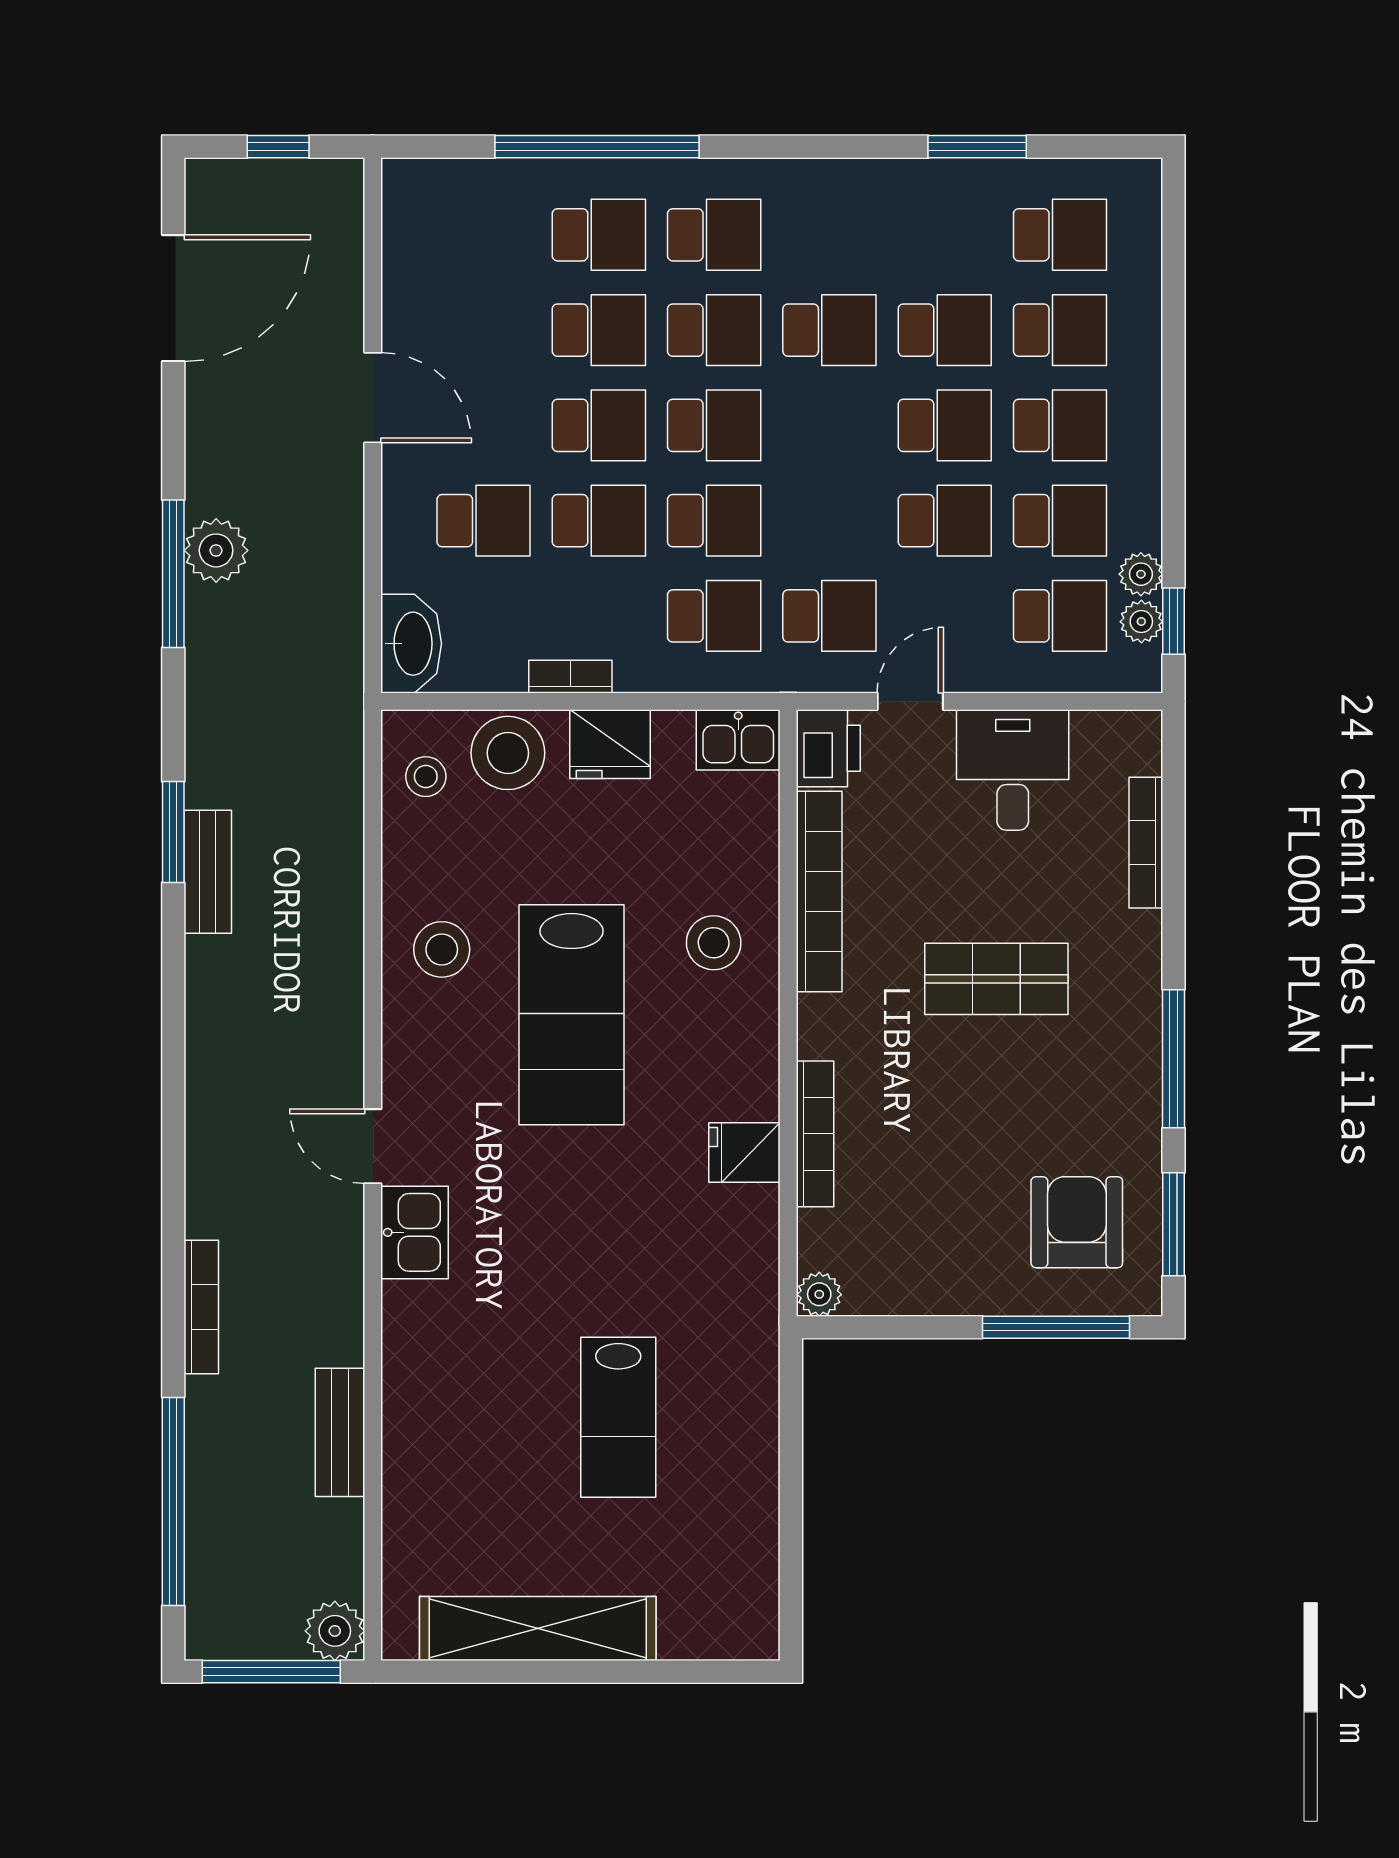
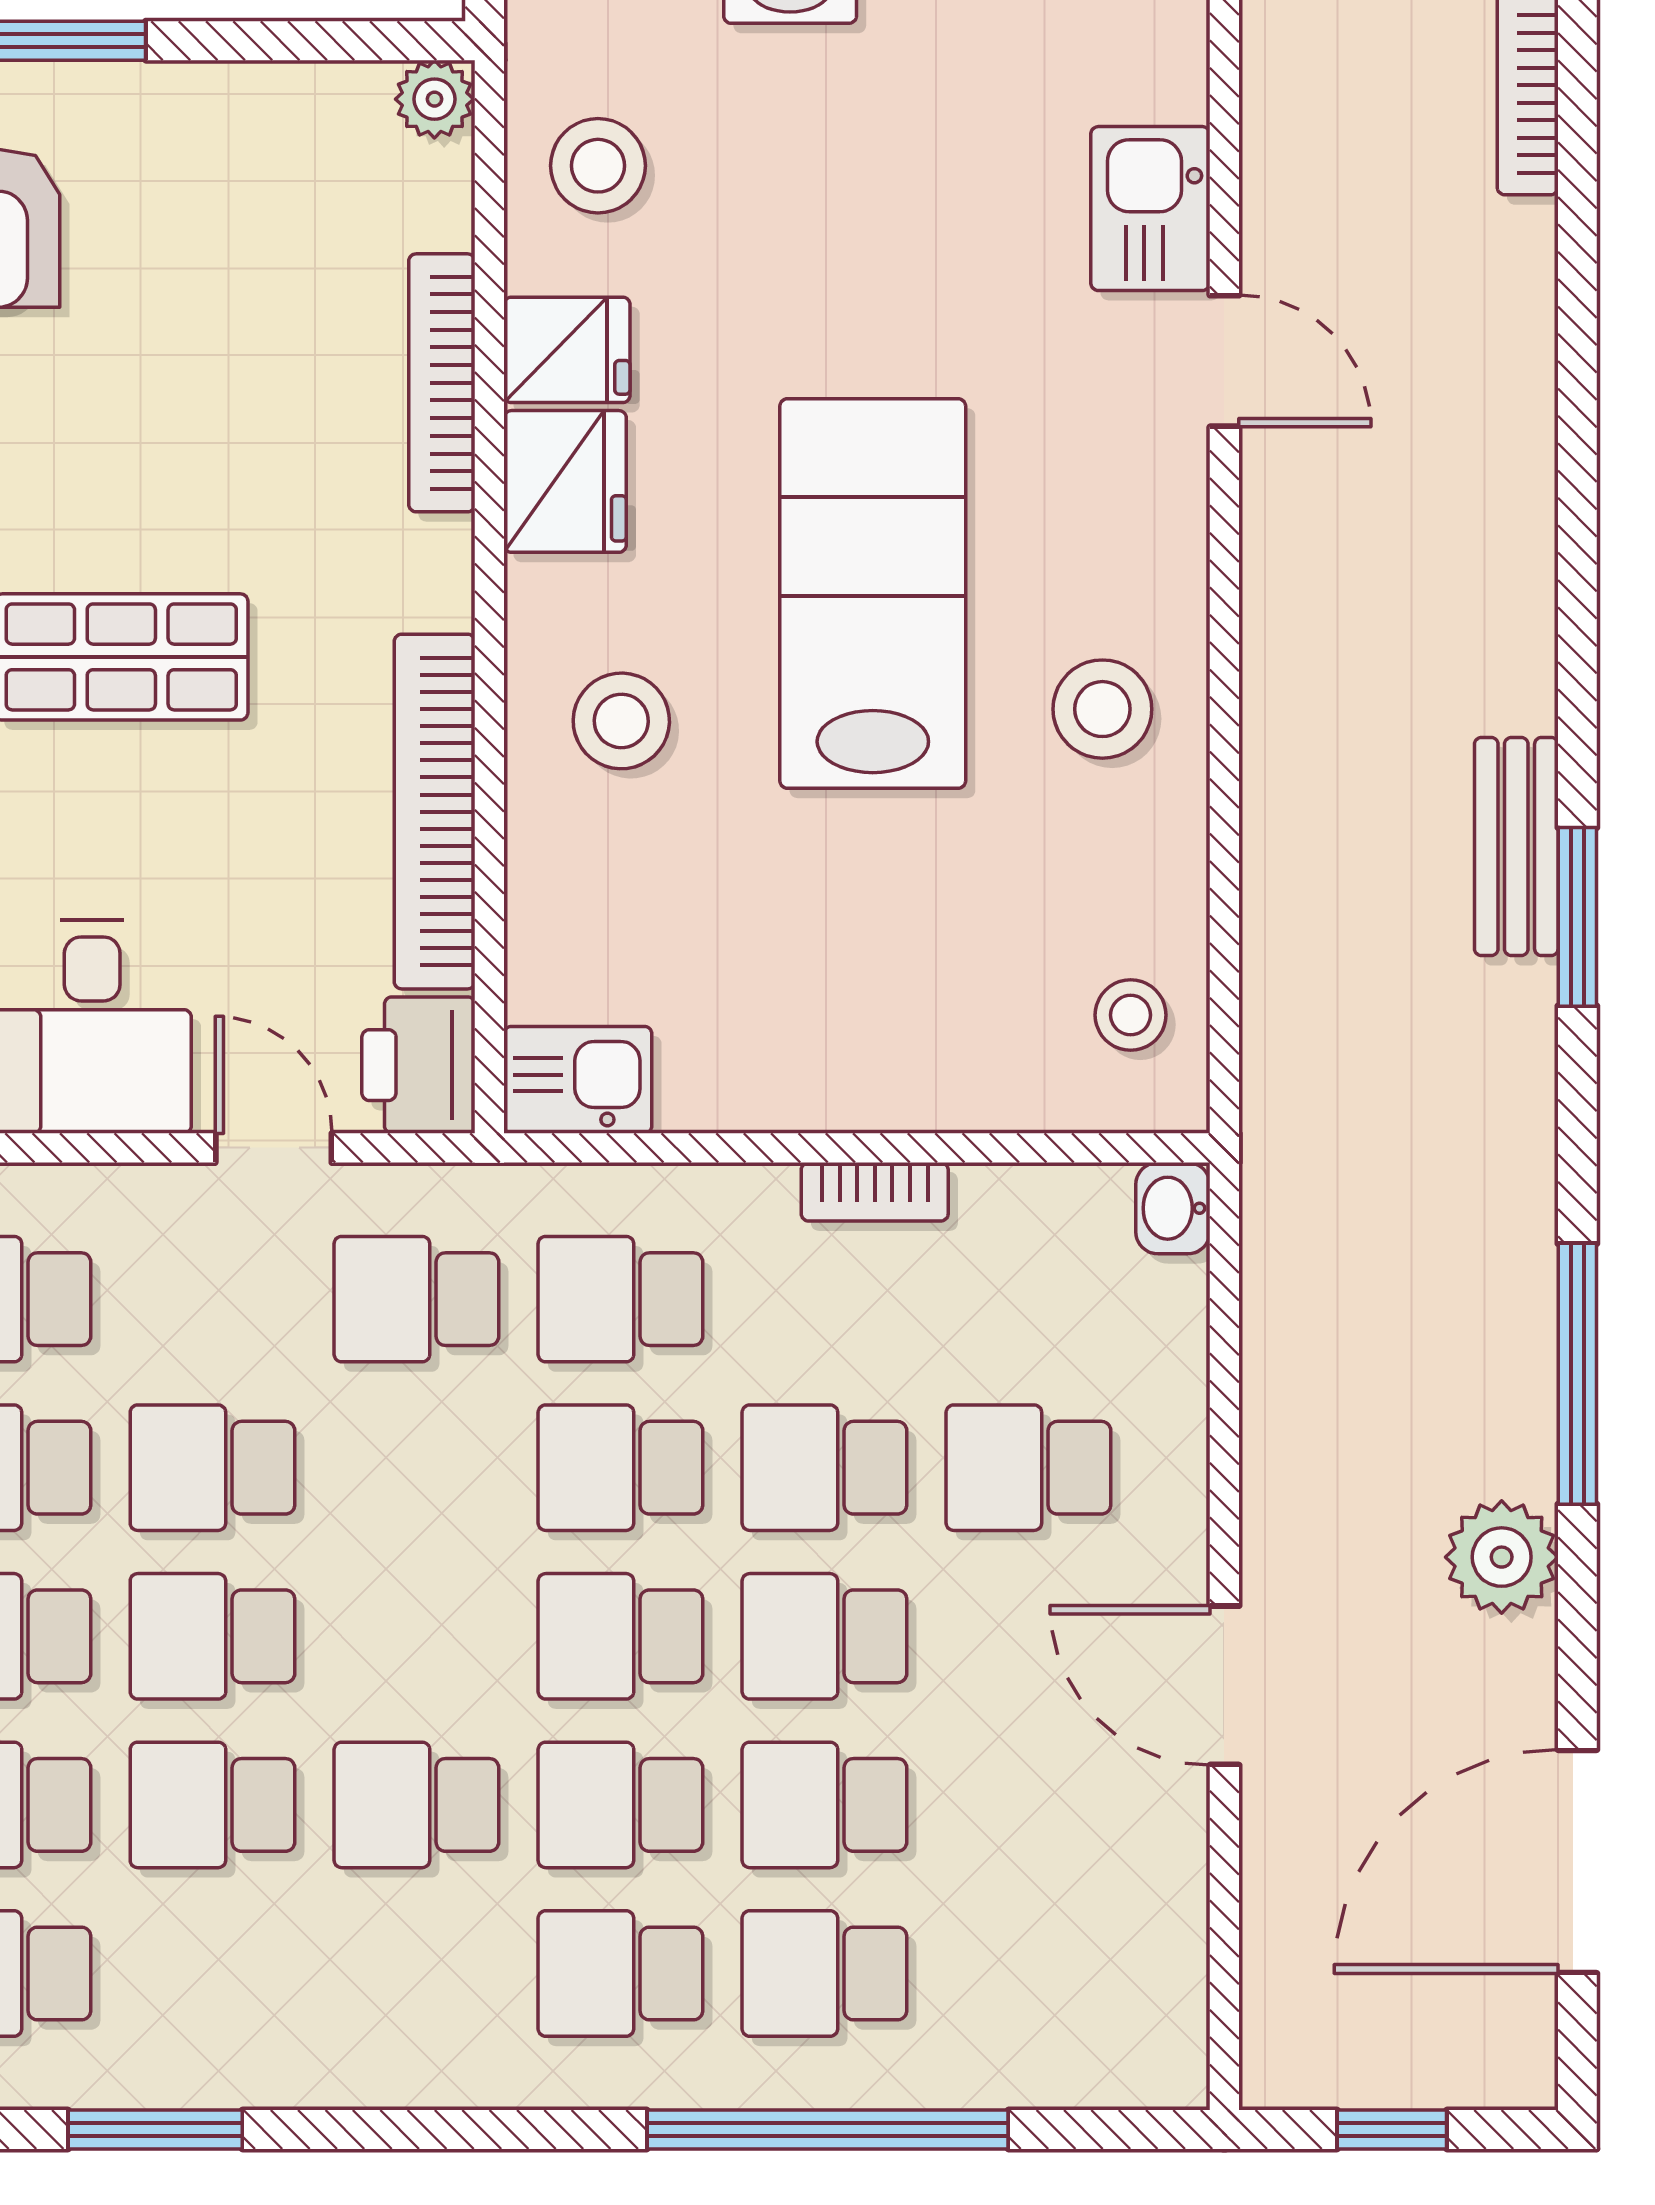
plant: (216, 550) -> (1502, 1557), moved
washbasin: (411, 644) -> (1173, 1208), width x0.52, depth x0.69
door: (910, 701) -> (274, 1148), swing flipped
fridge: (610, 744) -> (565, 481), moved, turned 90
stool: (508, 753) -> (598, 166), moved, width x0.73, depth x0.73

